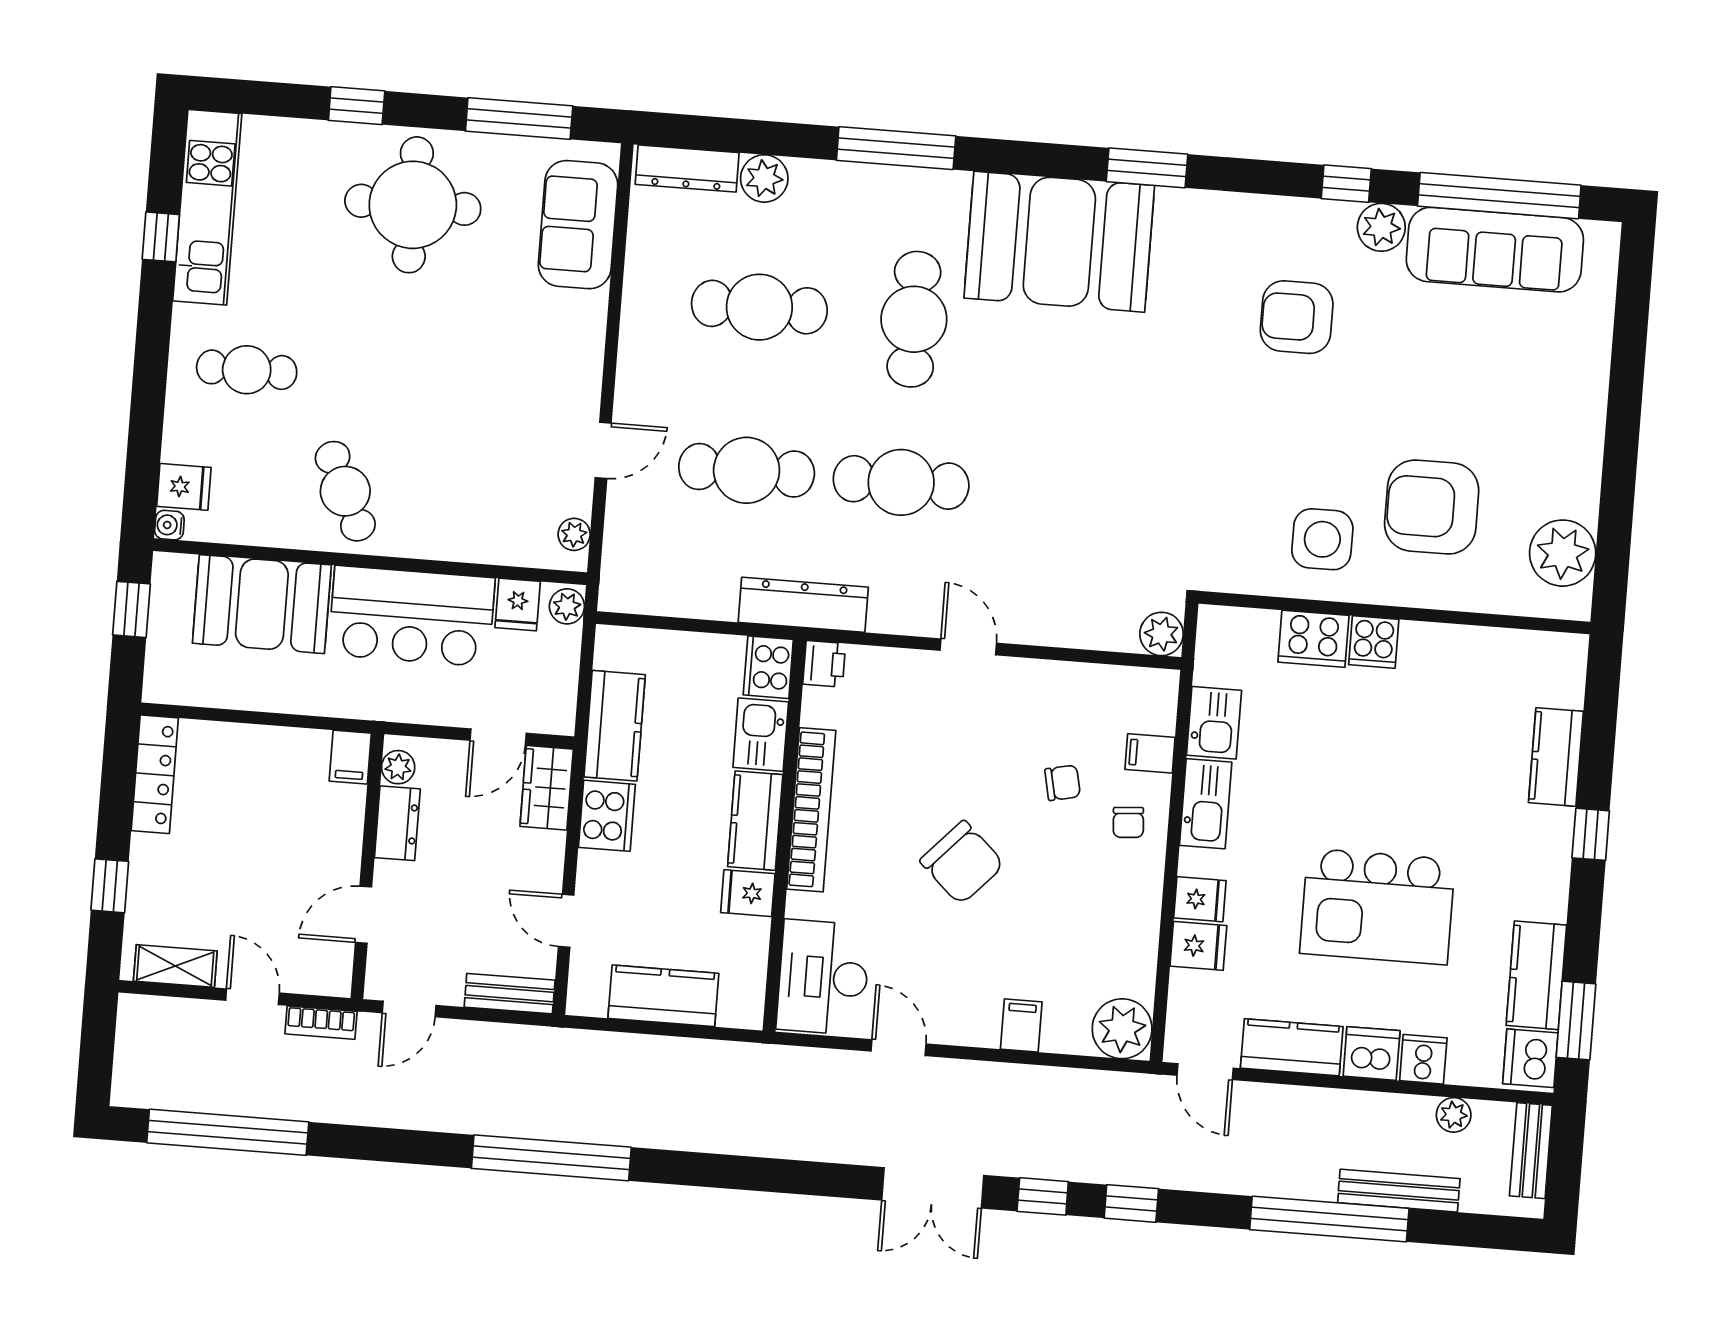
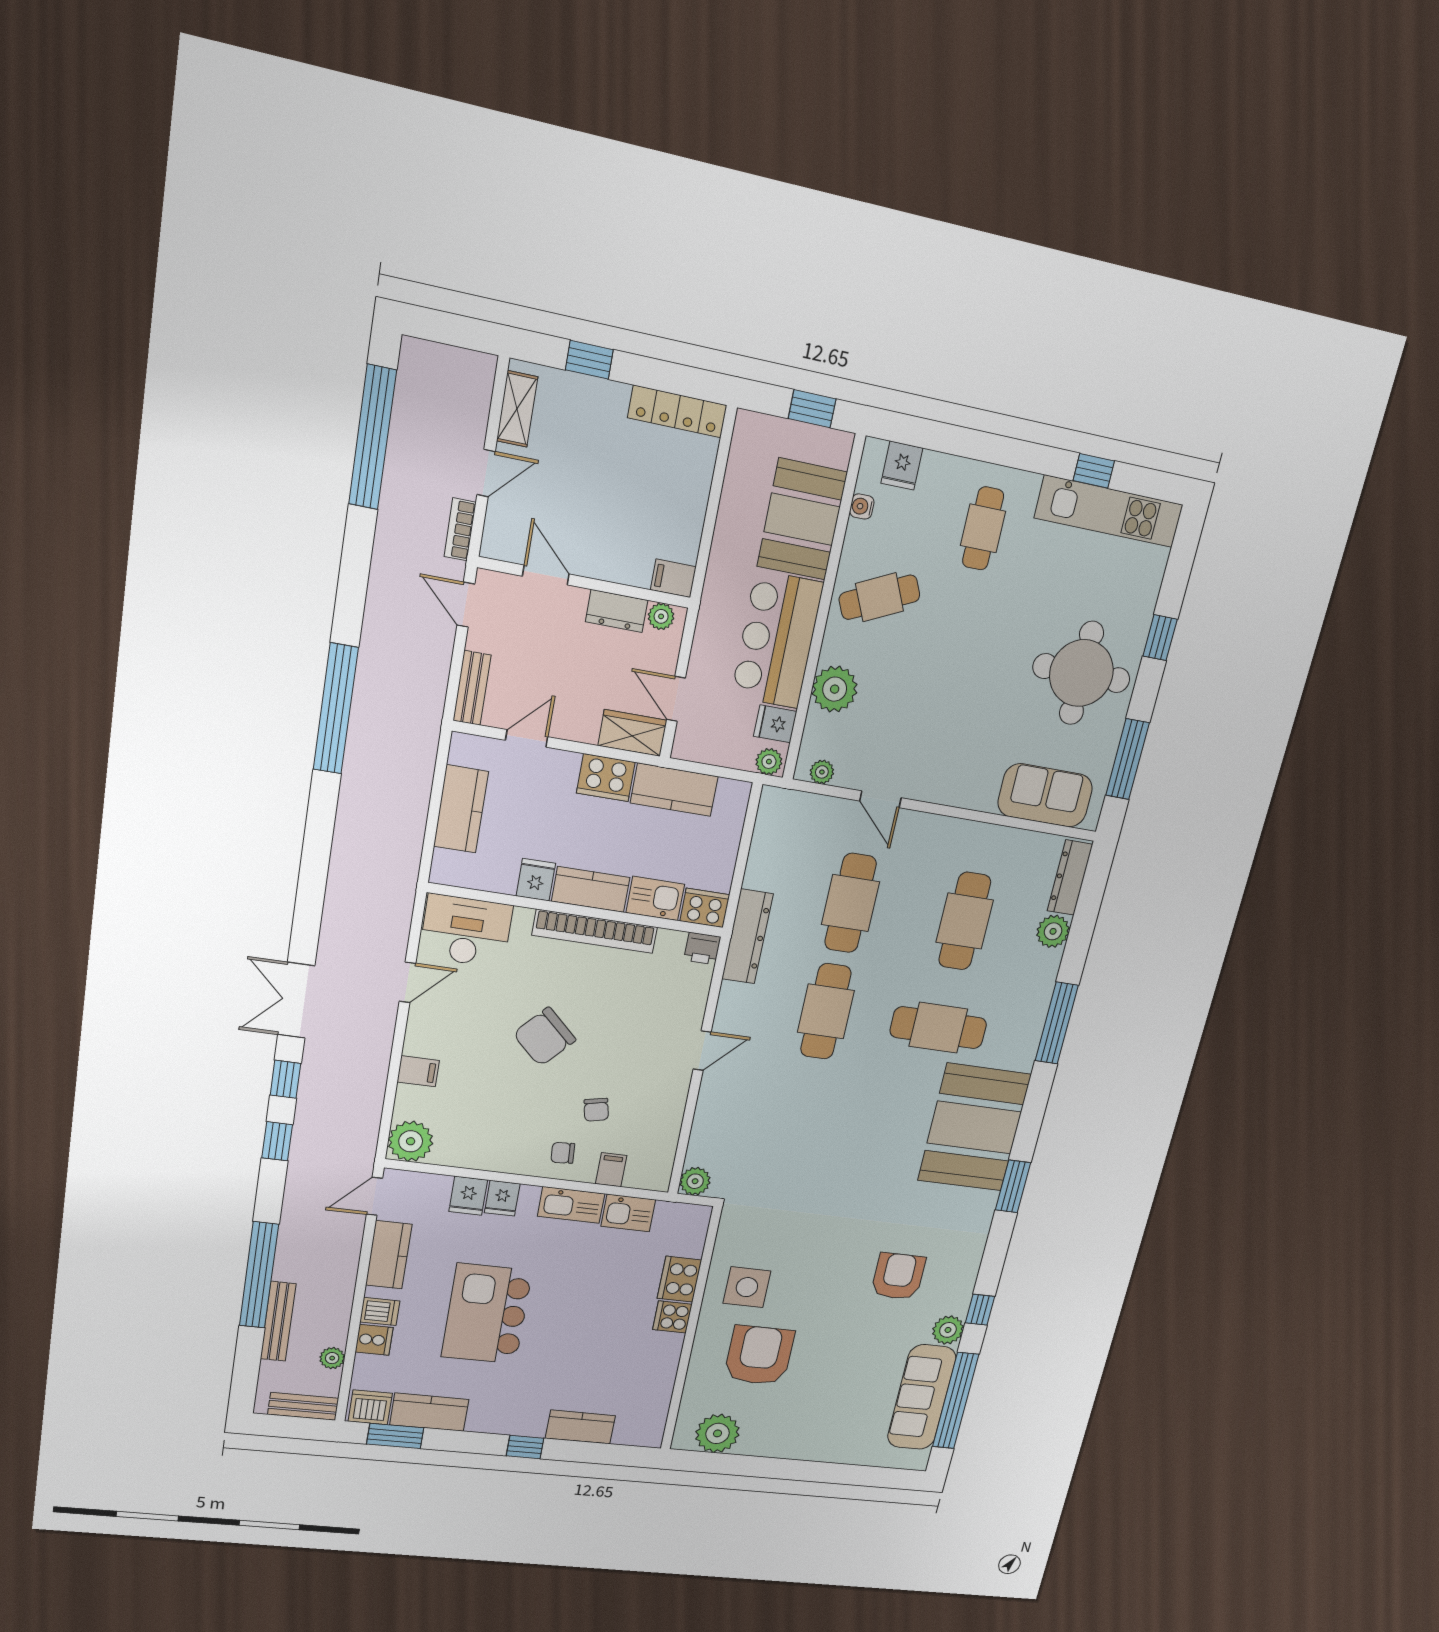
water cooler: (169, 525) -> (862, 507), moved, turned -90
plant: (466, 533) -> (835, 689), added
dishwasher: (1372, 1053) -> (380, 1311), width x0.73

